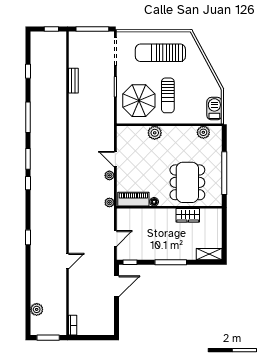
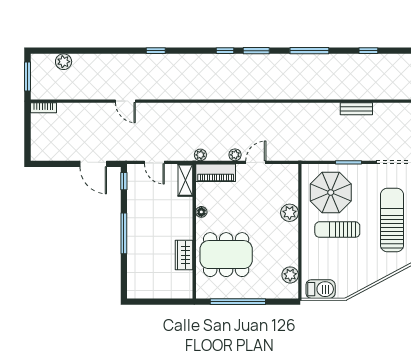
piano: (133, 199) -> (216, 173), moved, turned 90
shelving: (209, 254) -> (185, 180), moved

